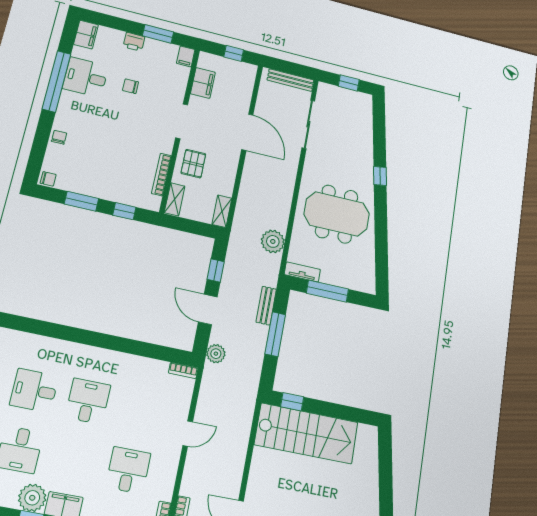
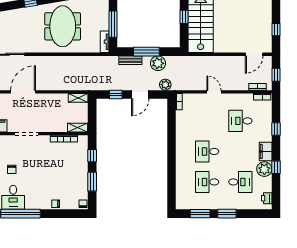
pallet: (193, 164) -> (52, 121), removed
plant: (273, 241) -> (158, 63), moved
desk: (34, 390) -> (207, 182), turned 90
window: (292, 402) -> (184, 17), moved

